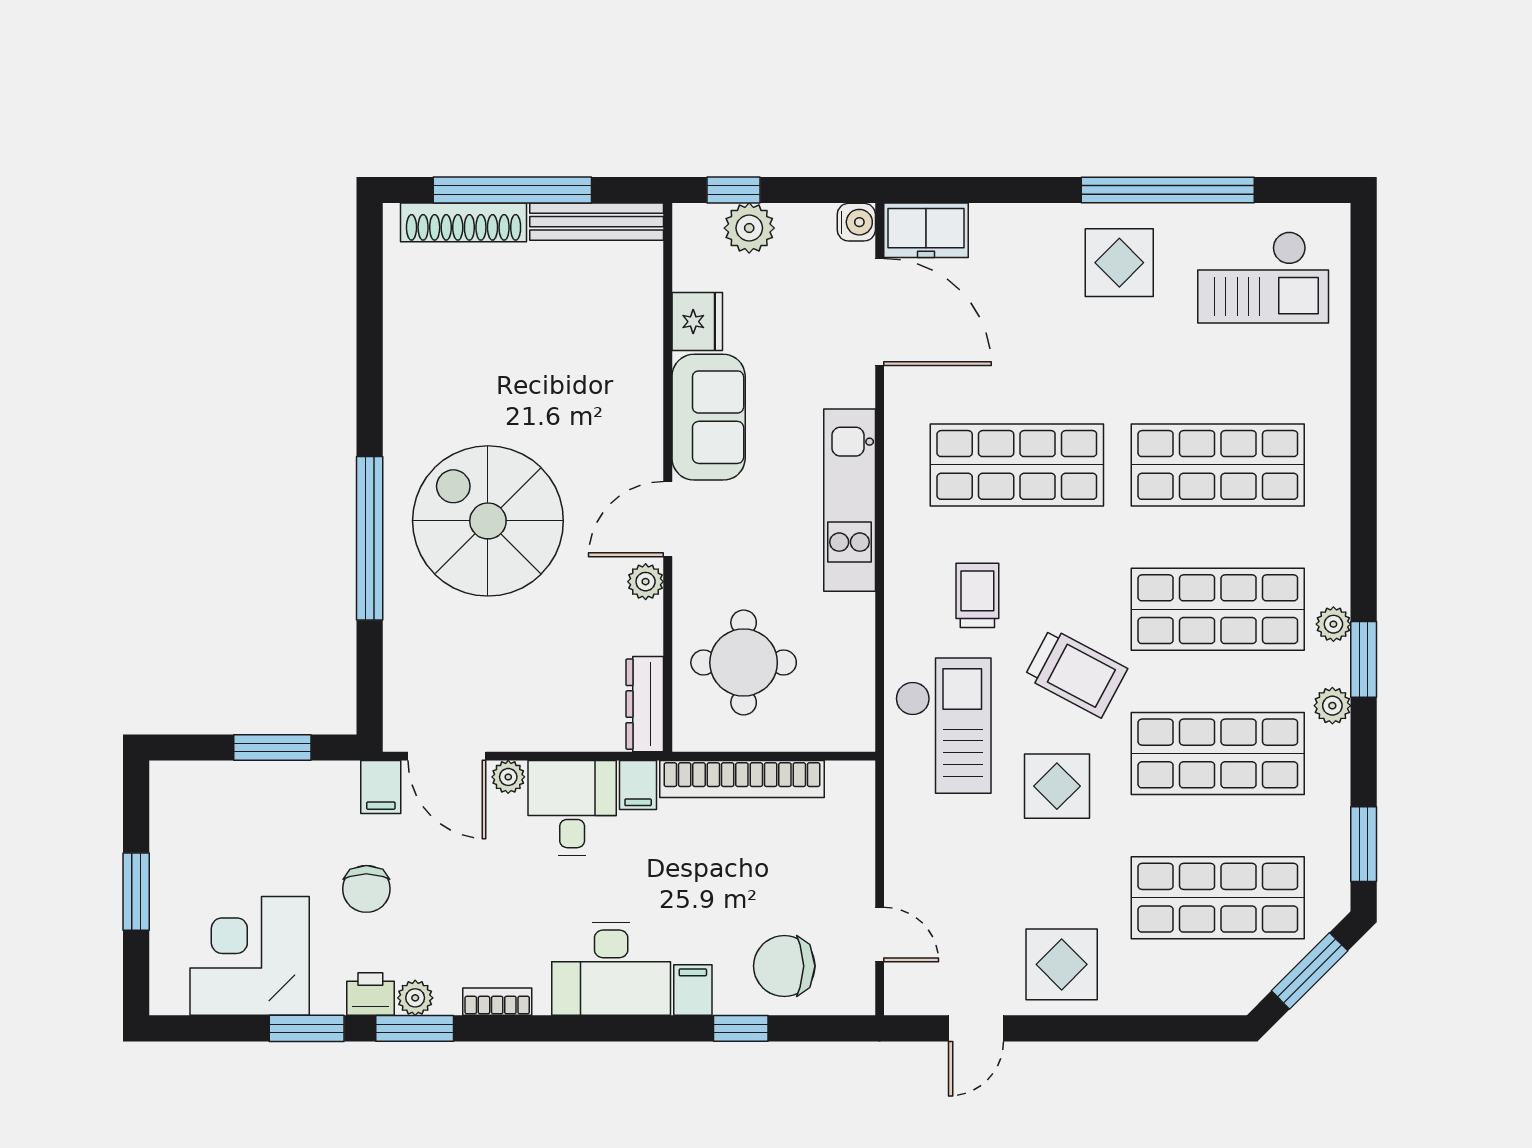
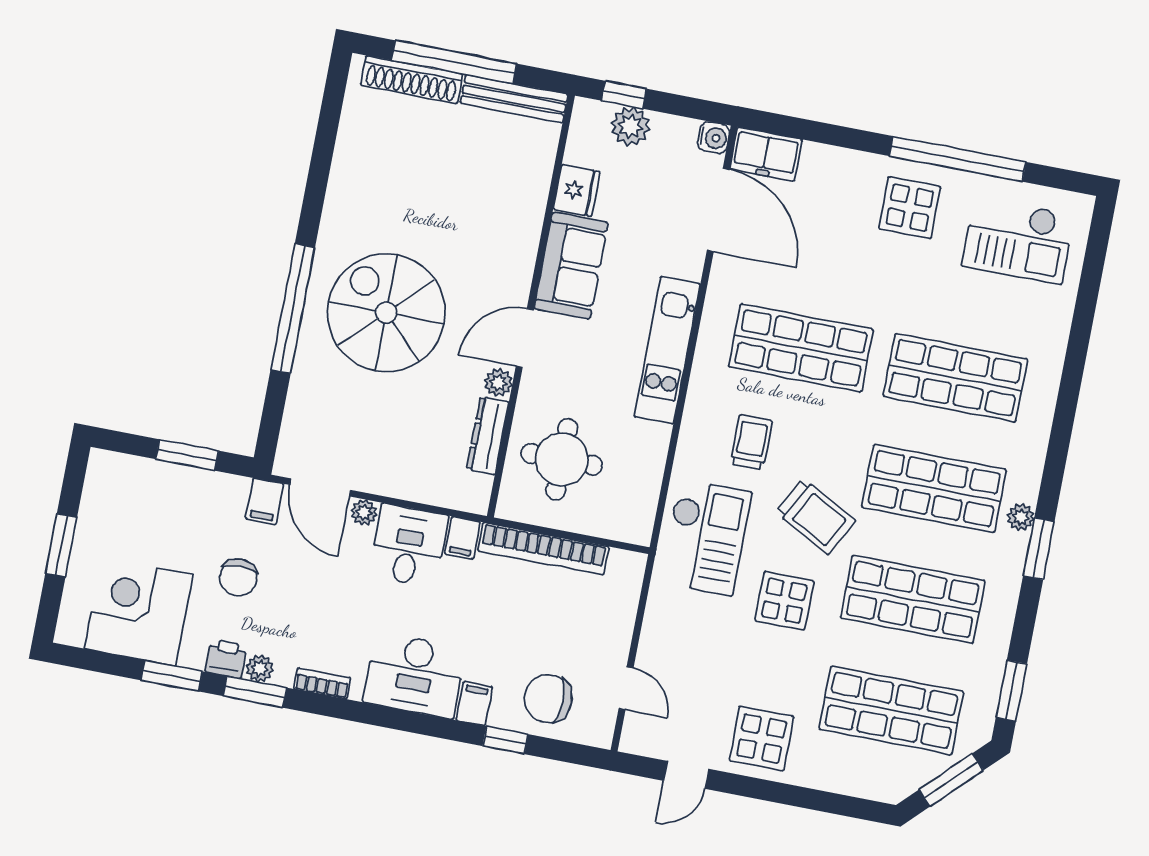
dresser: (645, 704) -> (488, 436), moved
plant: (1332, 706) -> (1008, 580), removed

